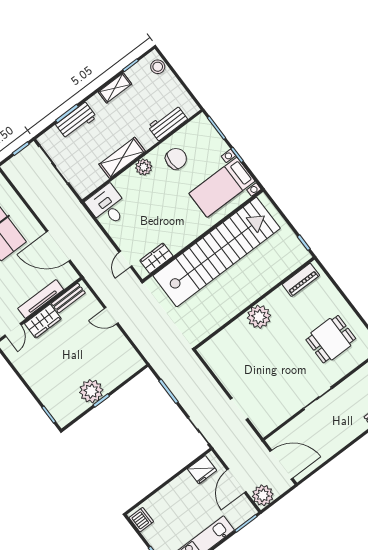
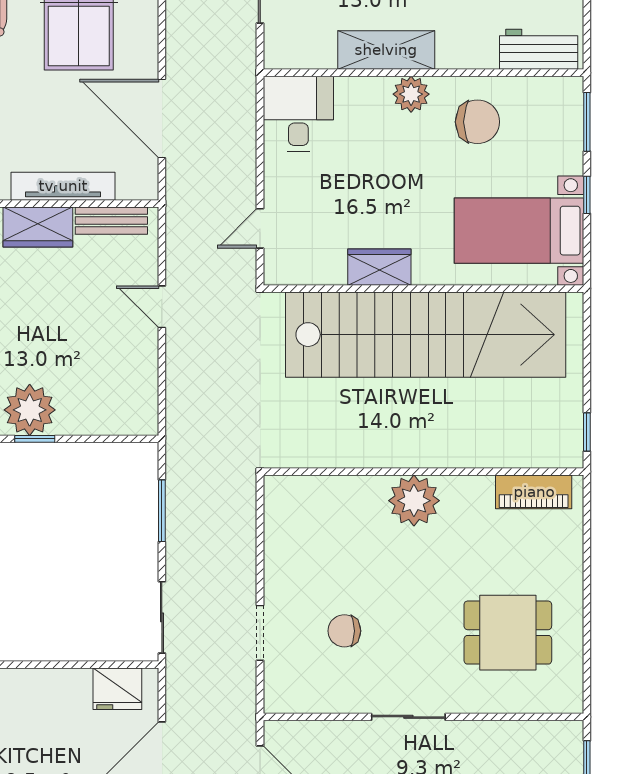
workbench: (168, 123) -> (539, 49), moved
wardrobe: (156, 258) -> (379, 267), moved
chair: (270, 384) -> (344, 631), added

